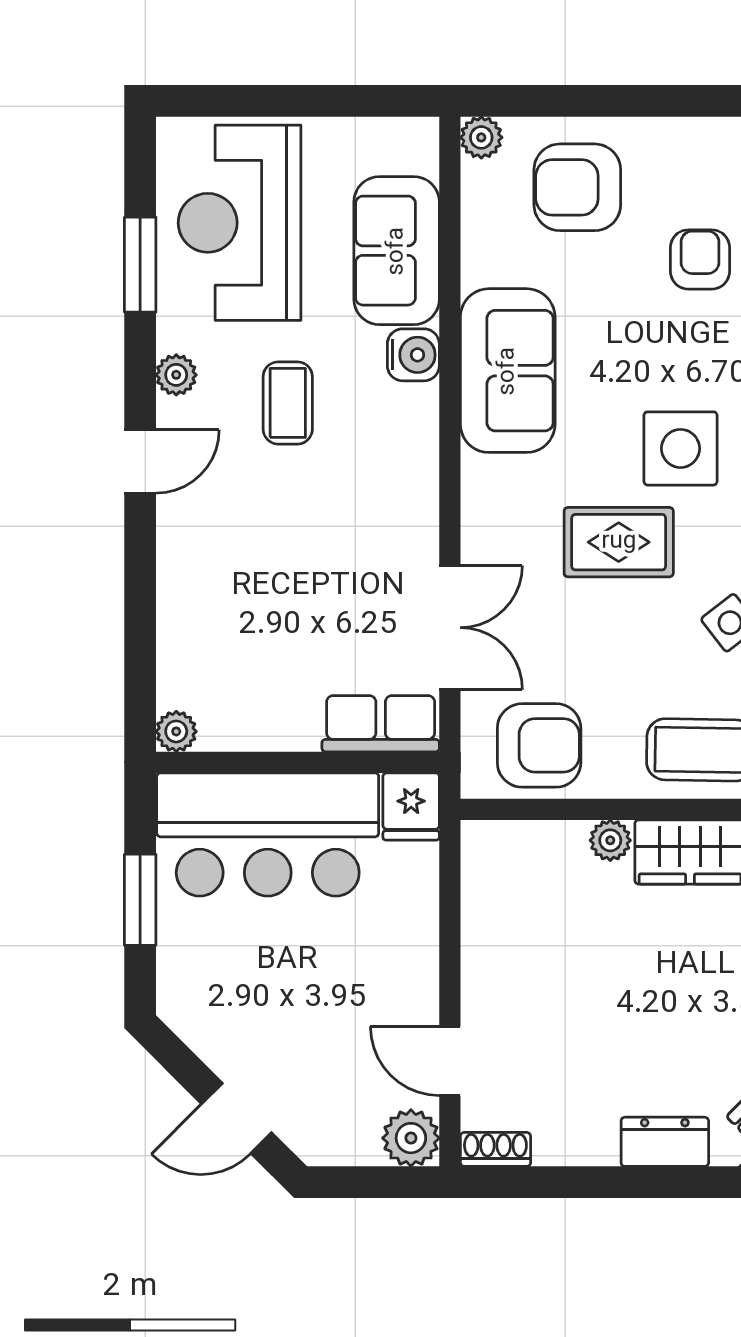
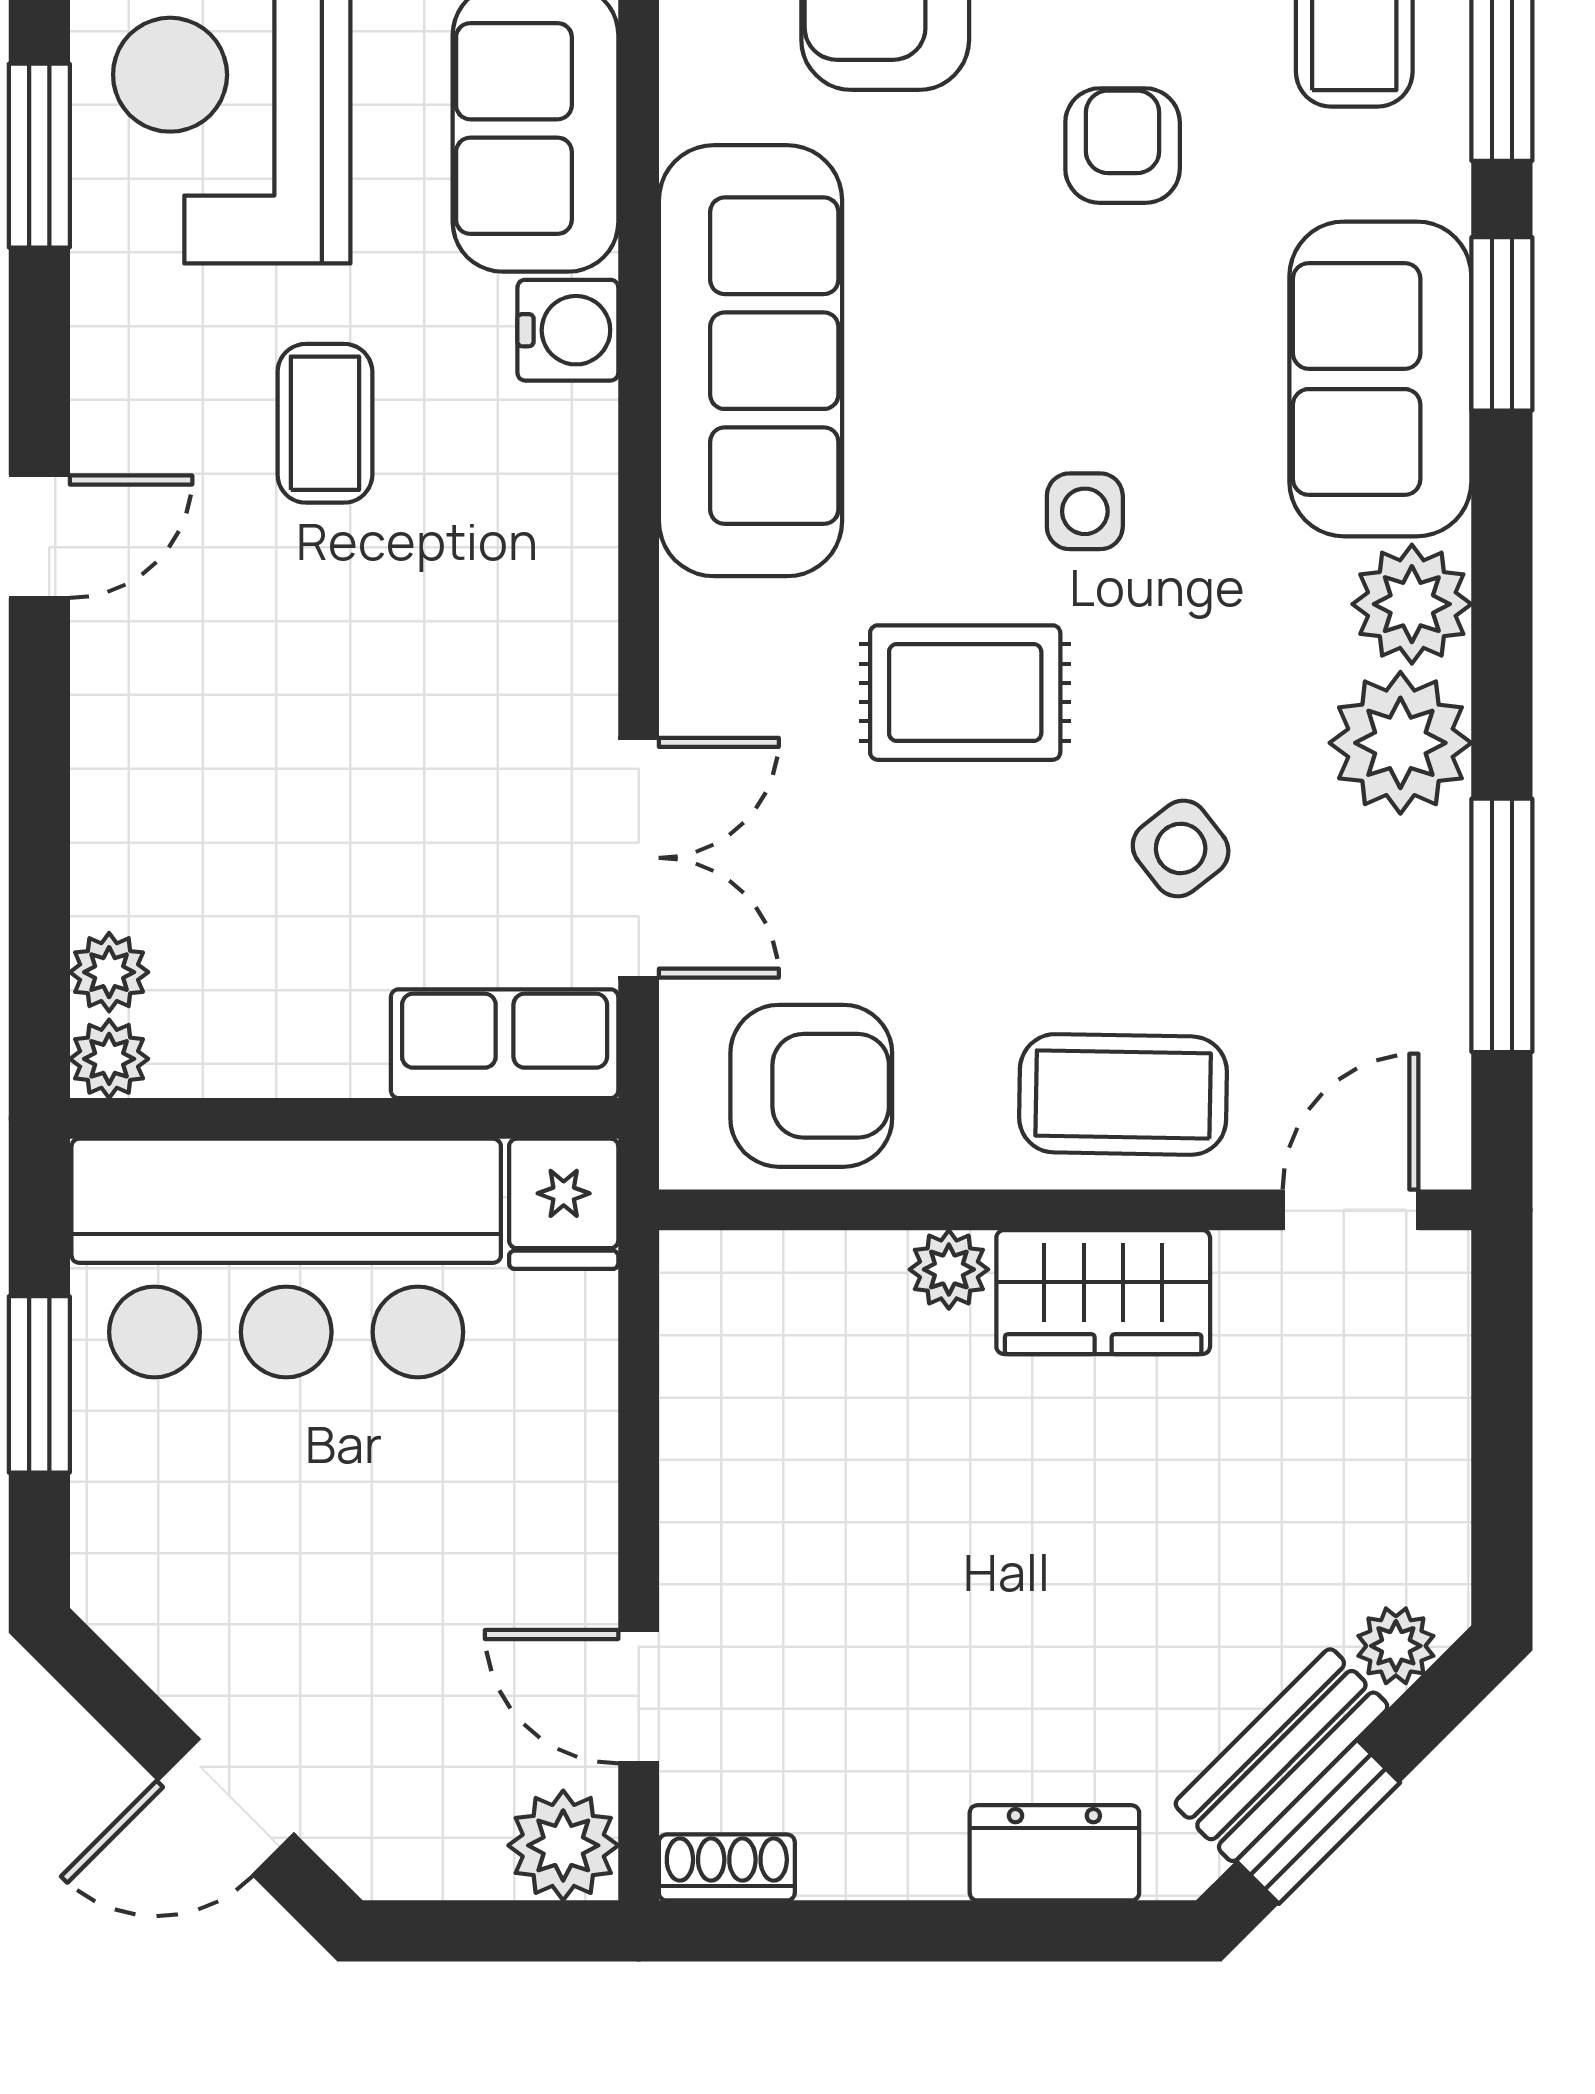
sofa: (508, 371) -> (750, 361), width x1.36
plant: (176, 375) -> (109, 972), moved
side table: (681, 448) -> (1085, 511), width x0.54, depth x0.54

